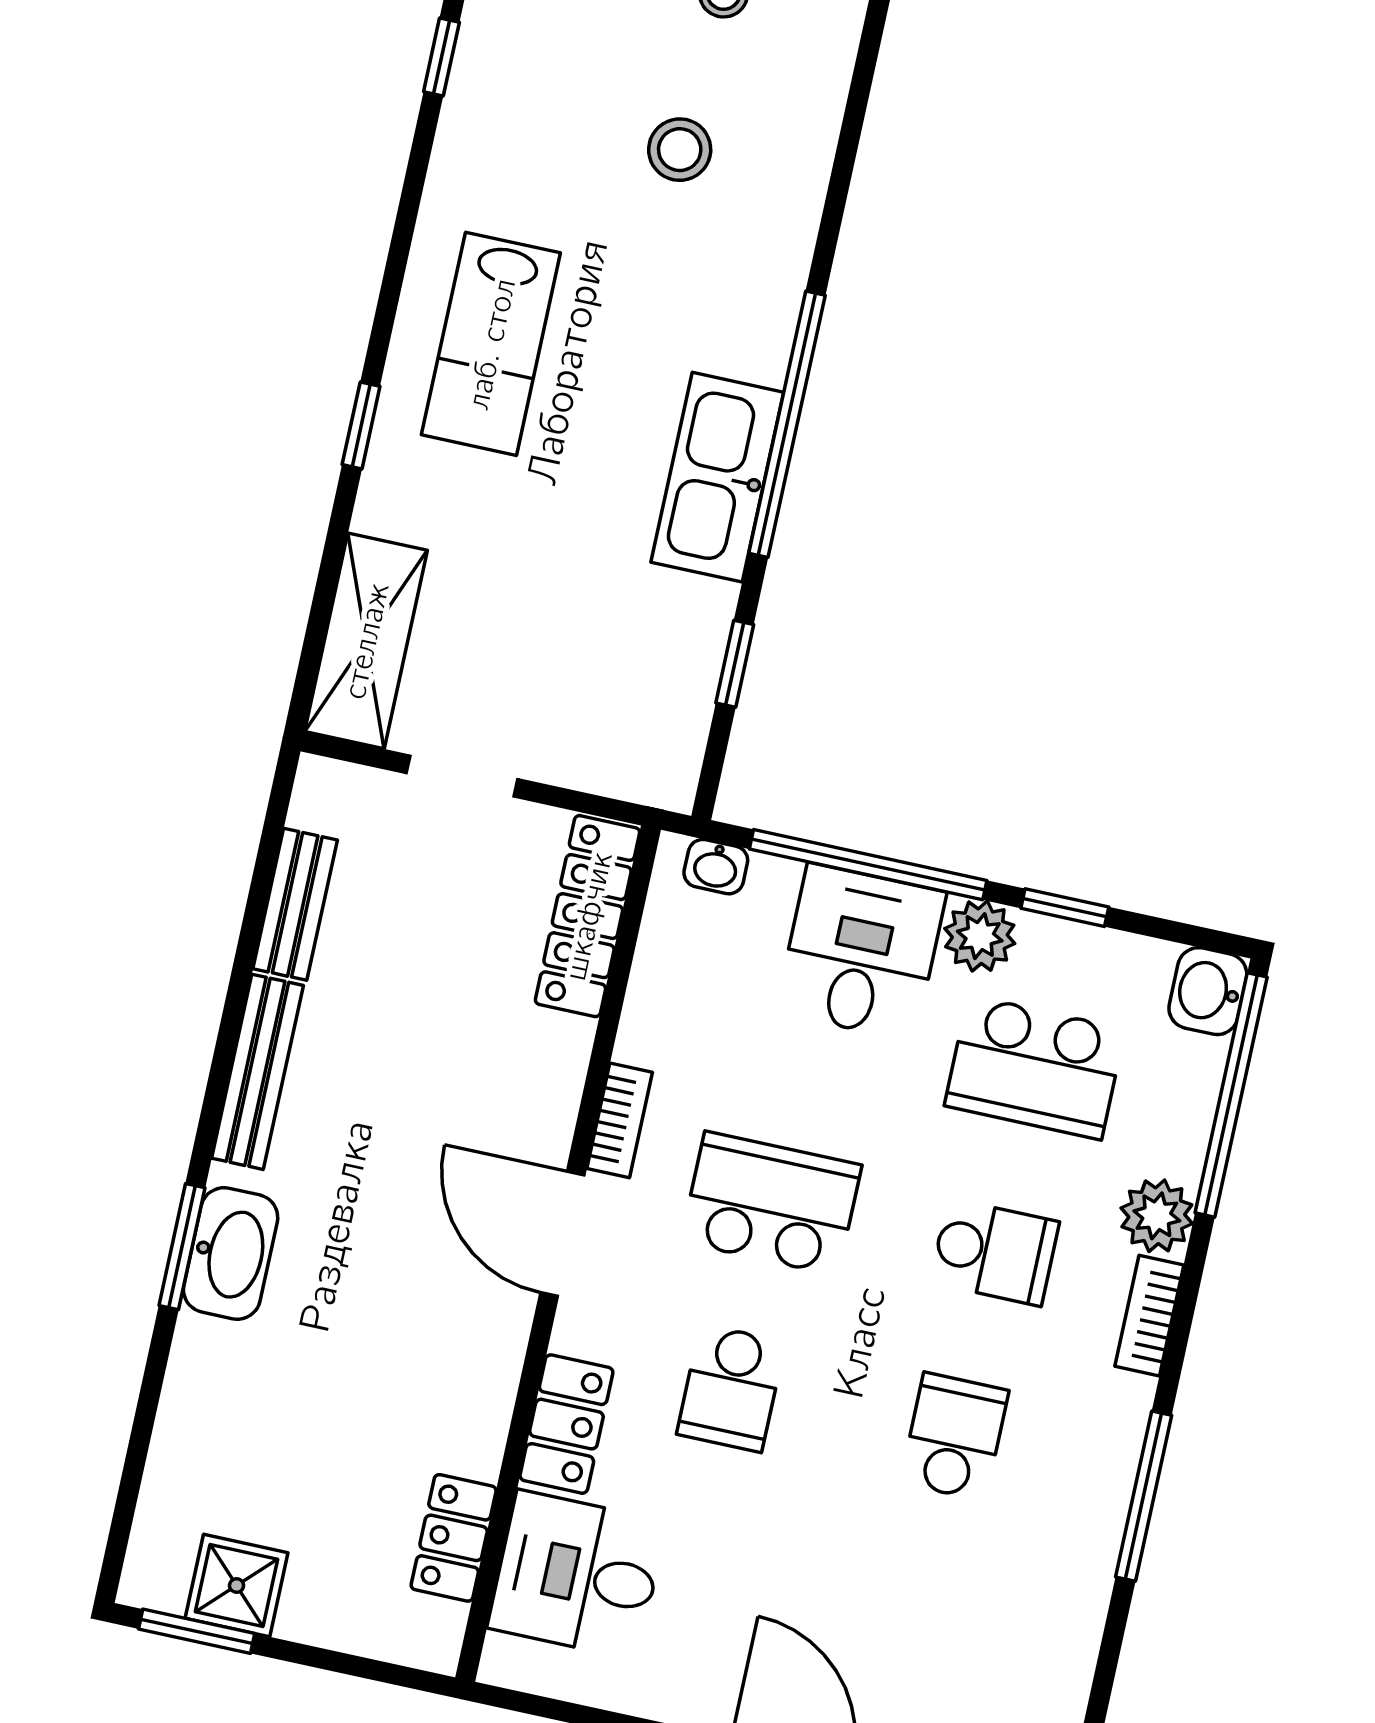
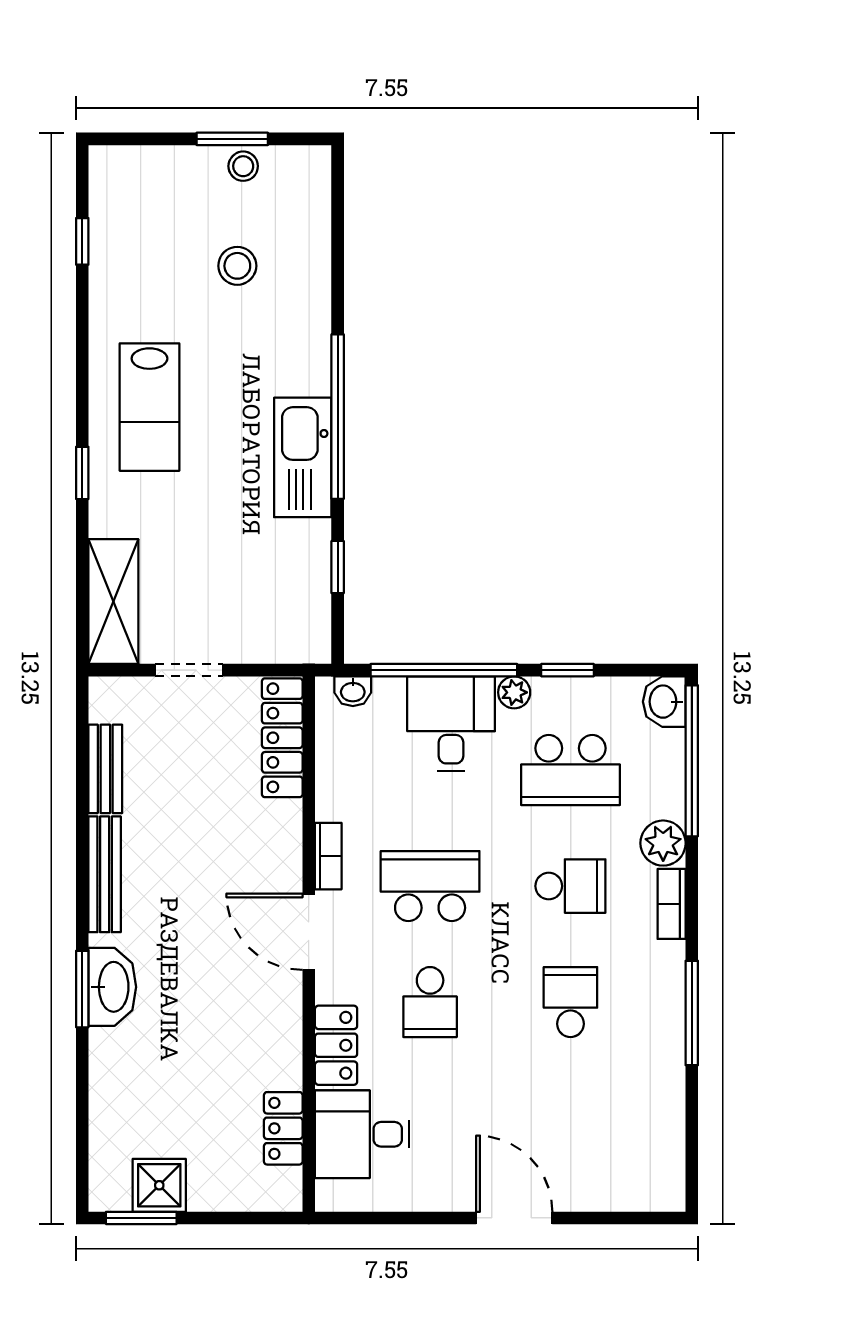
plant: (980, 936) -> (514, 692), width x0.73, depth x0.73

